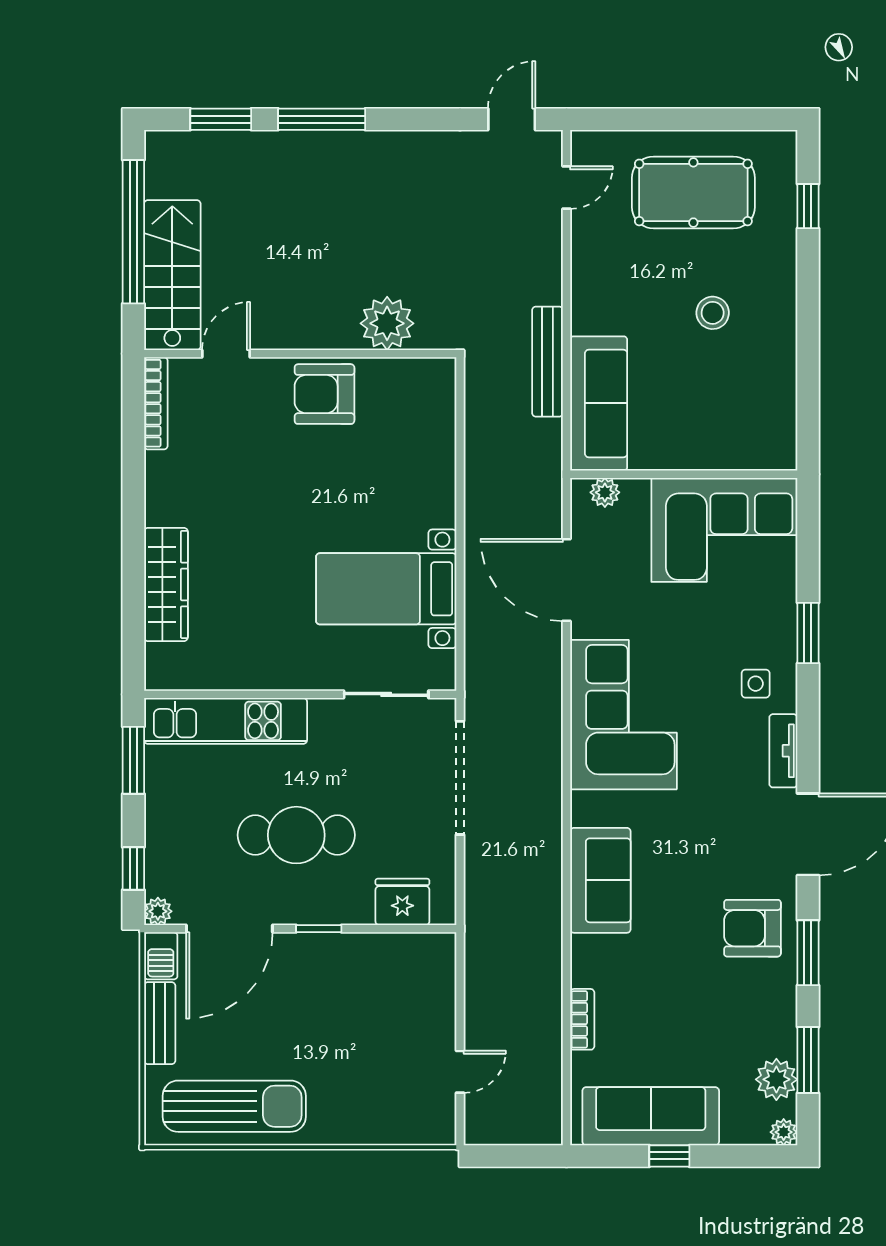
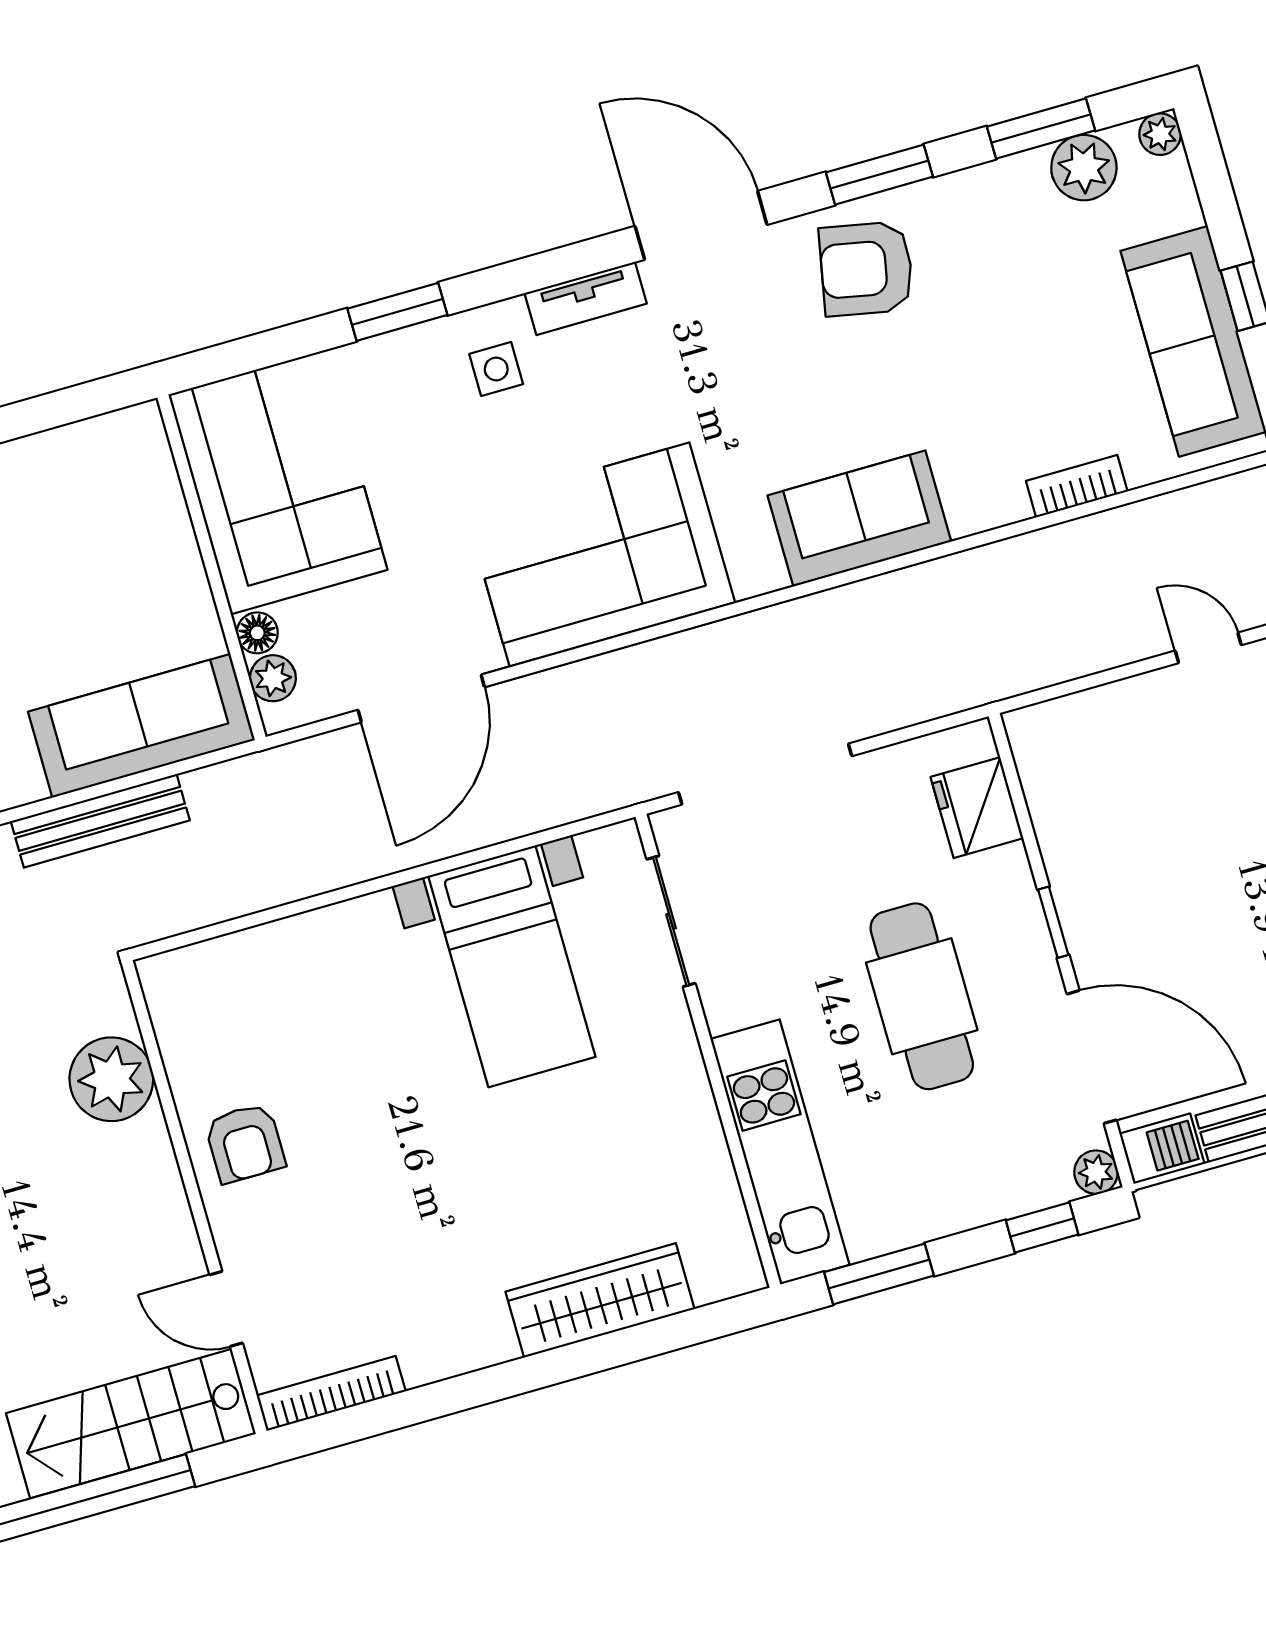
armchair: (324, 394) -> (245, 1143), width x0.72, depth x0.72
floor lamp: (635, 491) -> (257, 633), added
armchair: (752, 928) -> (866, 269), turned 101

